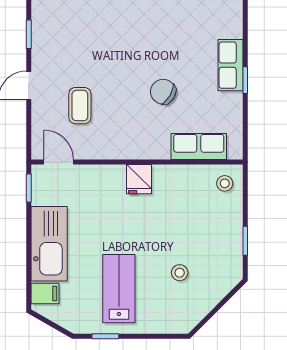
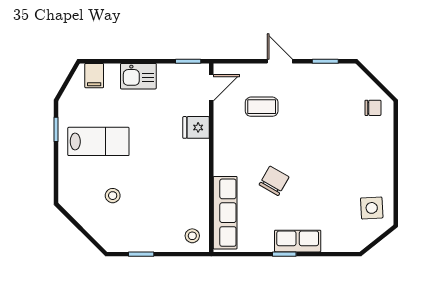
row of seats: (199, 147) -> (225, 213), width x1.48
fridge: (139, 179) -> (196, 127), moved
kitchen sink: (49, 244) -> (138, 76), width x0.53, depth x0.81

